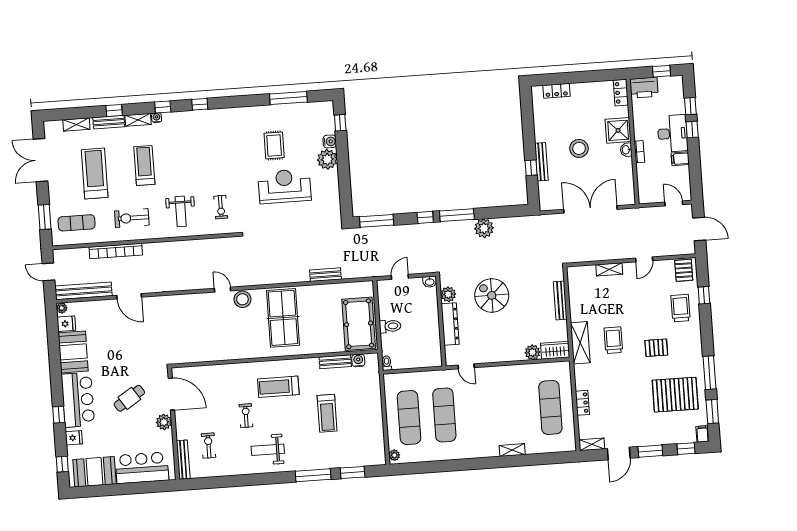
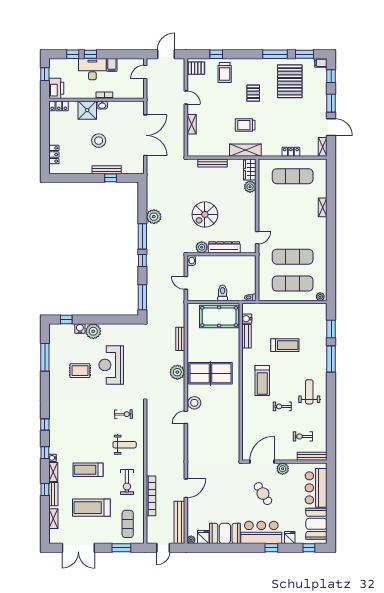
double door: (590, 209) -> (145, 135), swing flipped
plant: (281, 274) -> (177, 372), added
trolley: (681, 308) -> (225, 73), turned -90
weight bench: (268, 450) -> (309, 392), turned 180

